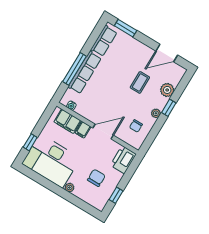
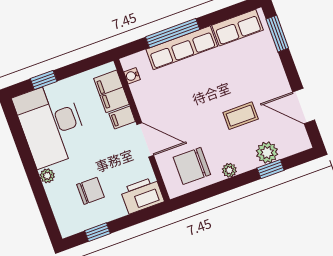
window: (169, 108) -> (271, 169), moved
chair: (136, 126) -> (192, 166), width x1.87, depth x1.87

